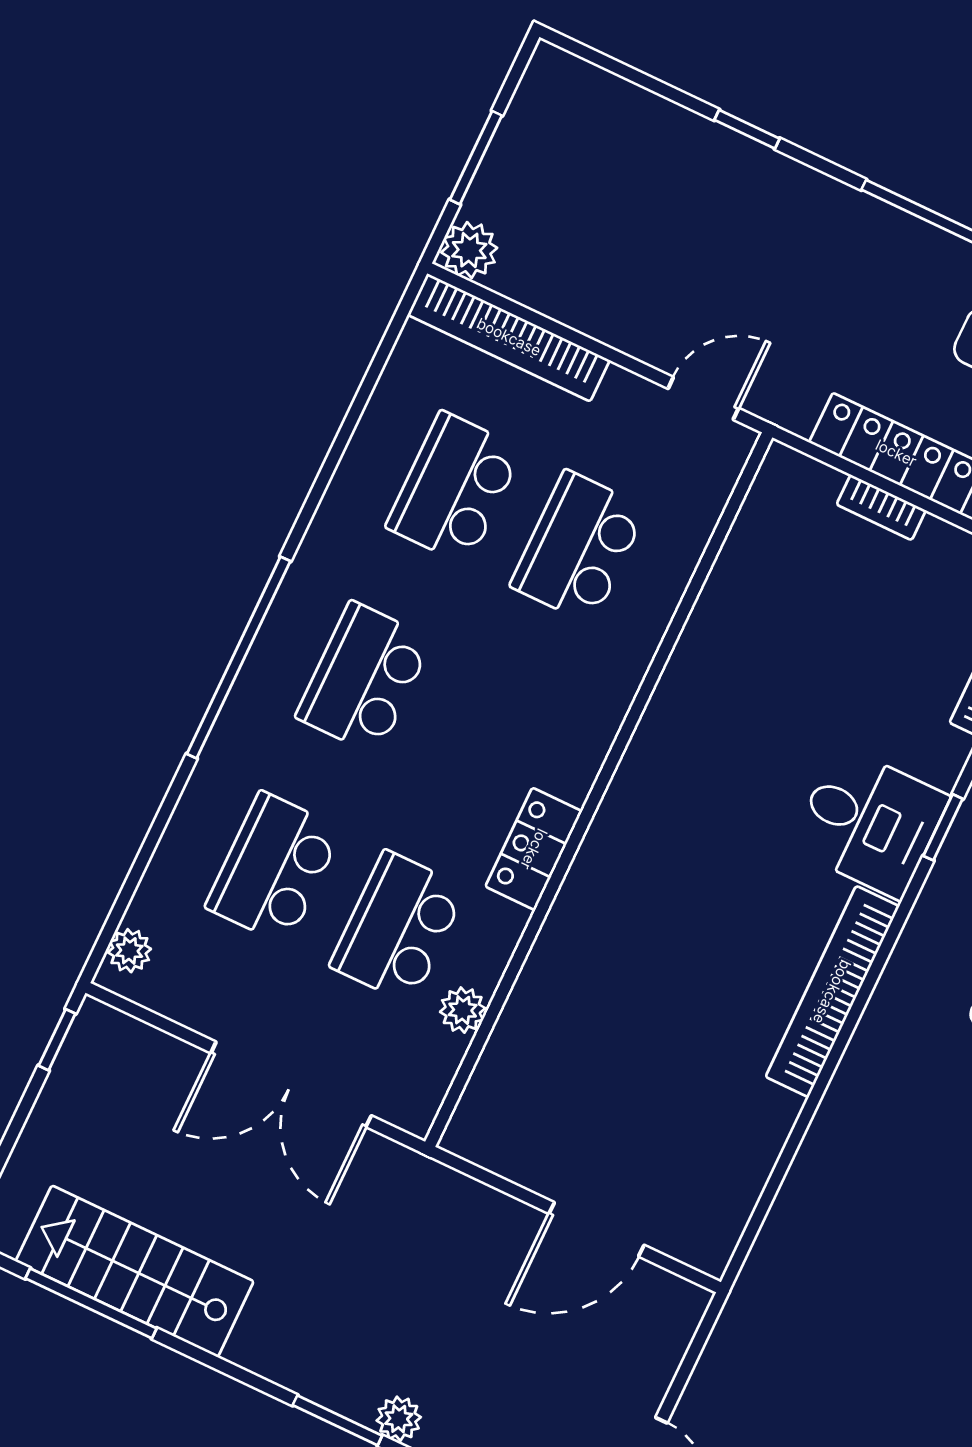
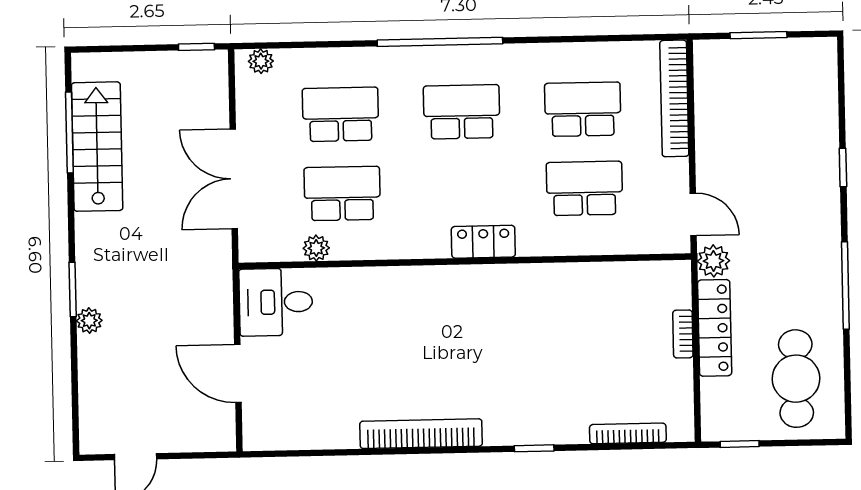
plant: (469, 250) -> (713, 261), moved
desk: (869, 822) -> (276, 302), moved, turned 90
locker: (534, 849) -> (483, 242), moved

